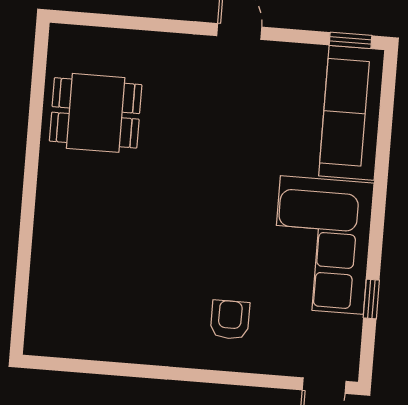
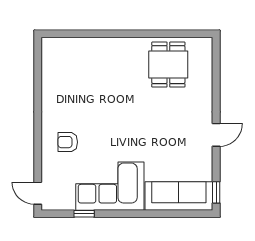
armchair: (230, 320) -> (68, 142), turned 180

